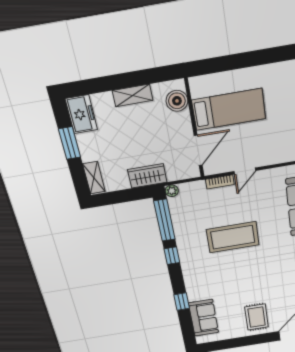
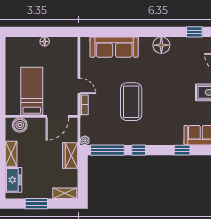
freezer: (81, 114) -> (13, 180), moved, turned 90
door: (198, 150) -> (57, 116), swing flipped

